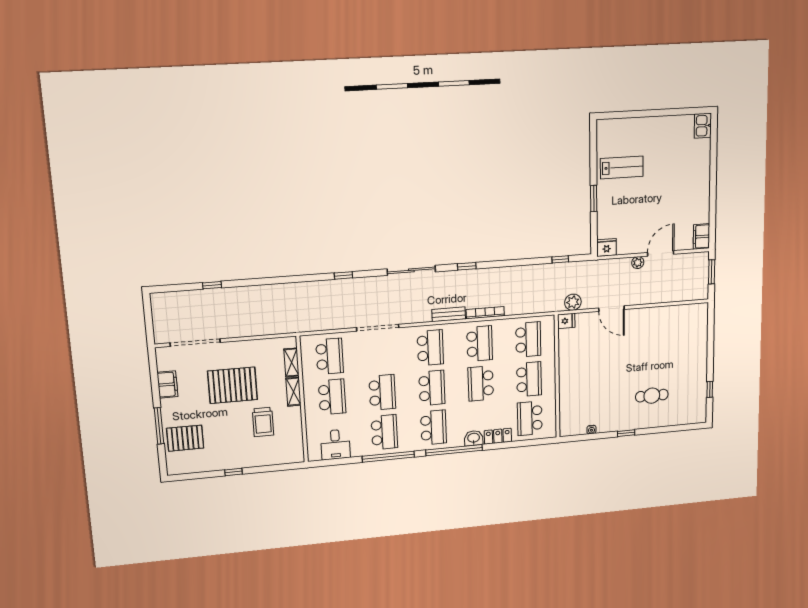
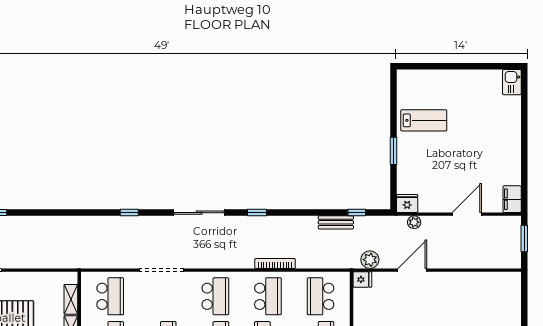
plant: (638, 263) -> (414, 222), moved
door: (611, 309) -> (412, 270), swing flipped
bench: (449, 314) -> (336, 222), moved
school desk: (528, 339) -> (321, 296), turned 180

